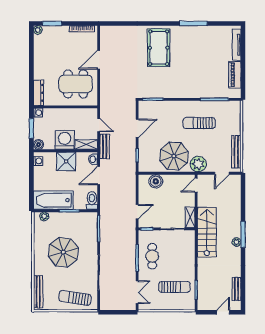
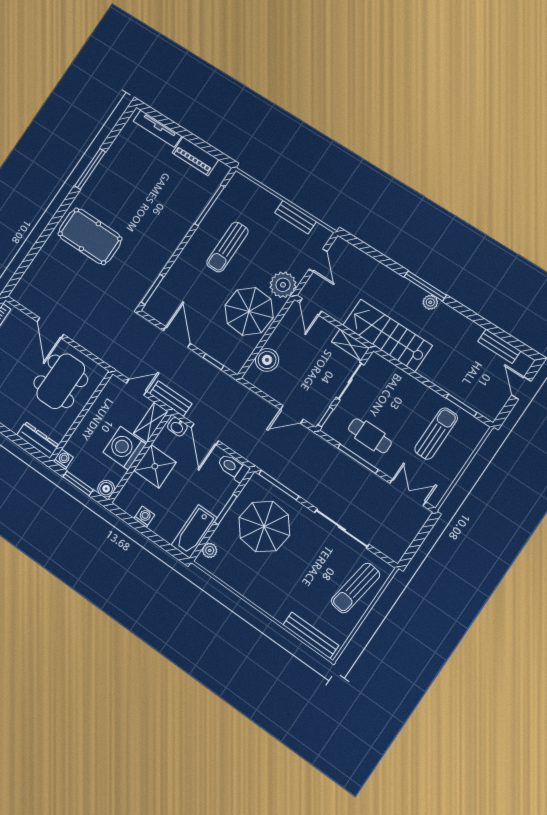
bench: (236, 152) -> (295, 217), width x0.73
washing machine: (38, 161) -> (144, 517), moved
bathtub: (53, 200) -> (194, 531), width x0.73, depth x0.73
door: (137, 212) -> (292, 414), swing flipped
parasol: (63, 252) -> (264, 526), moved

